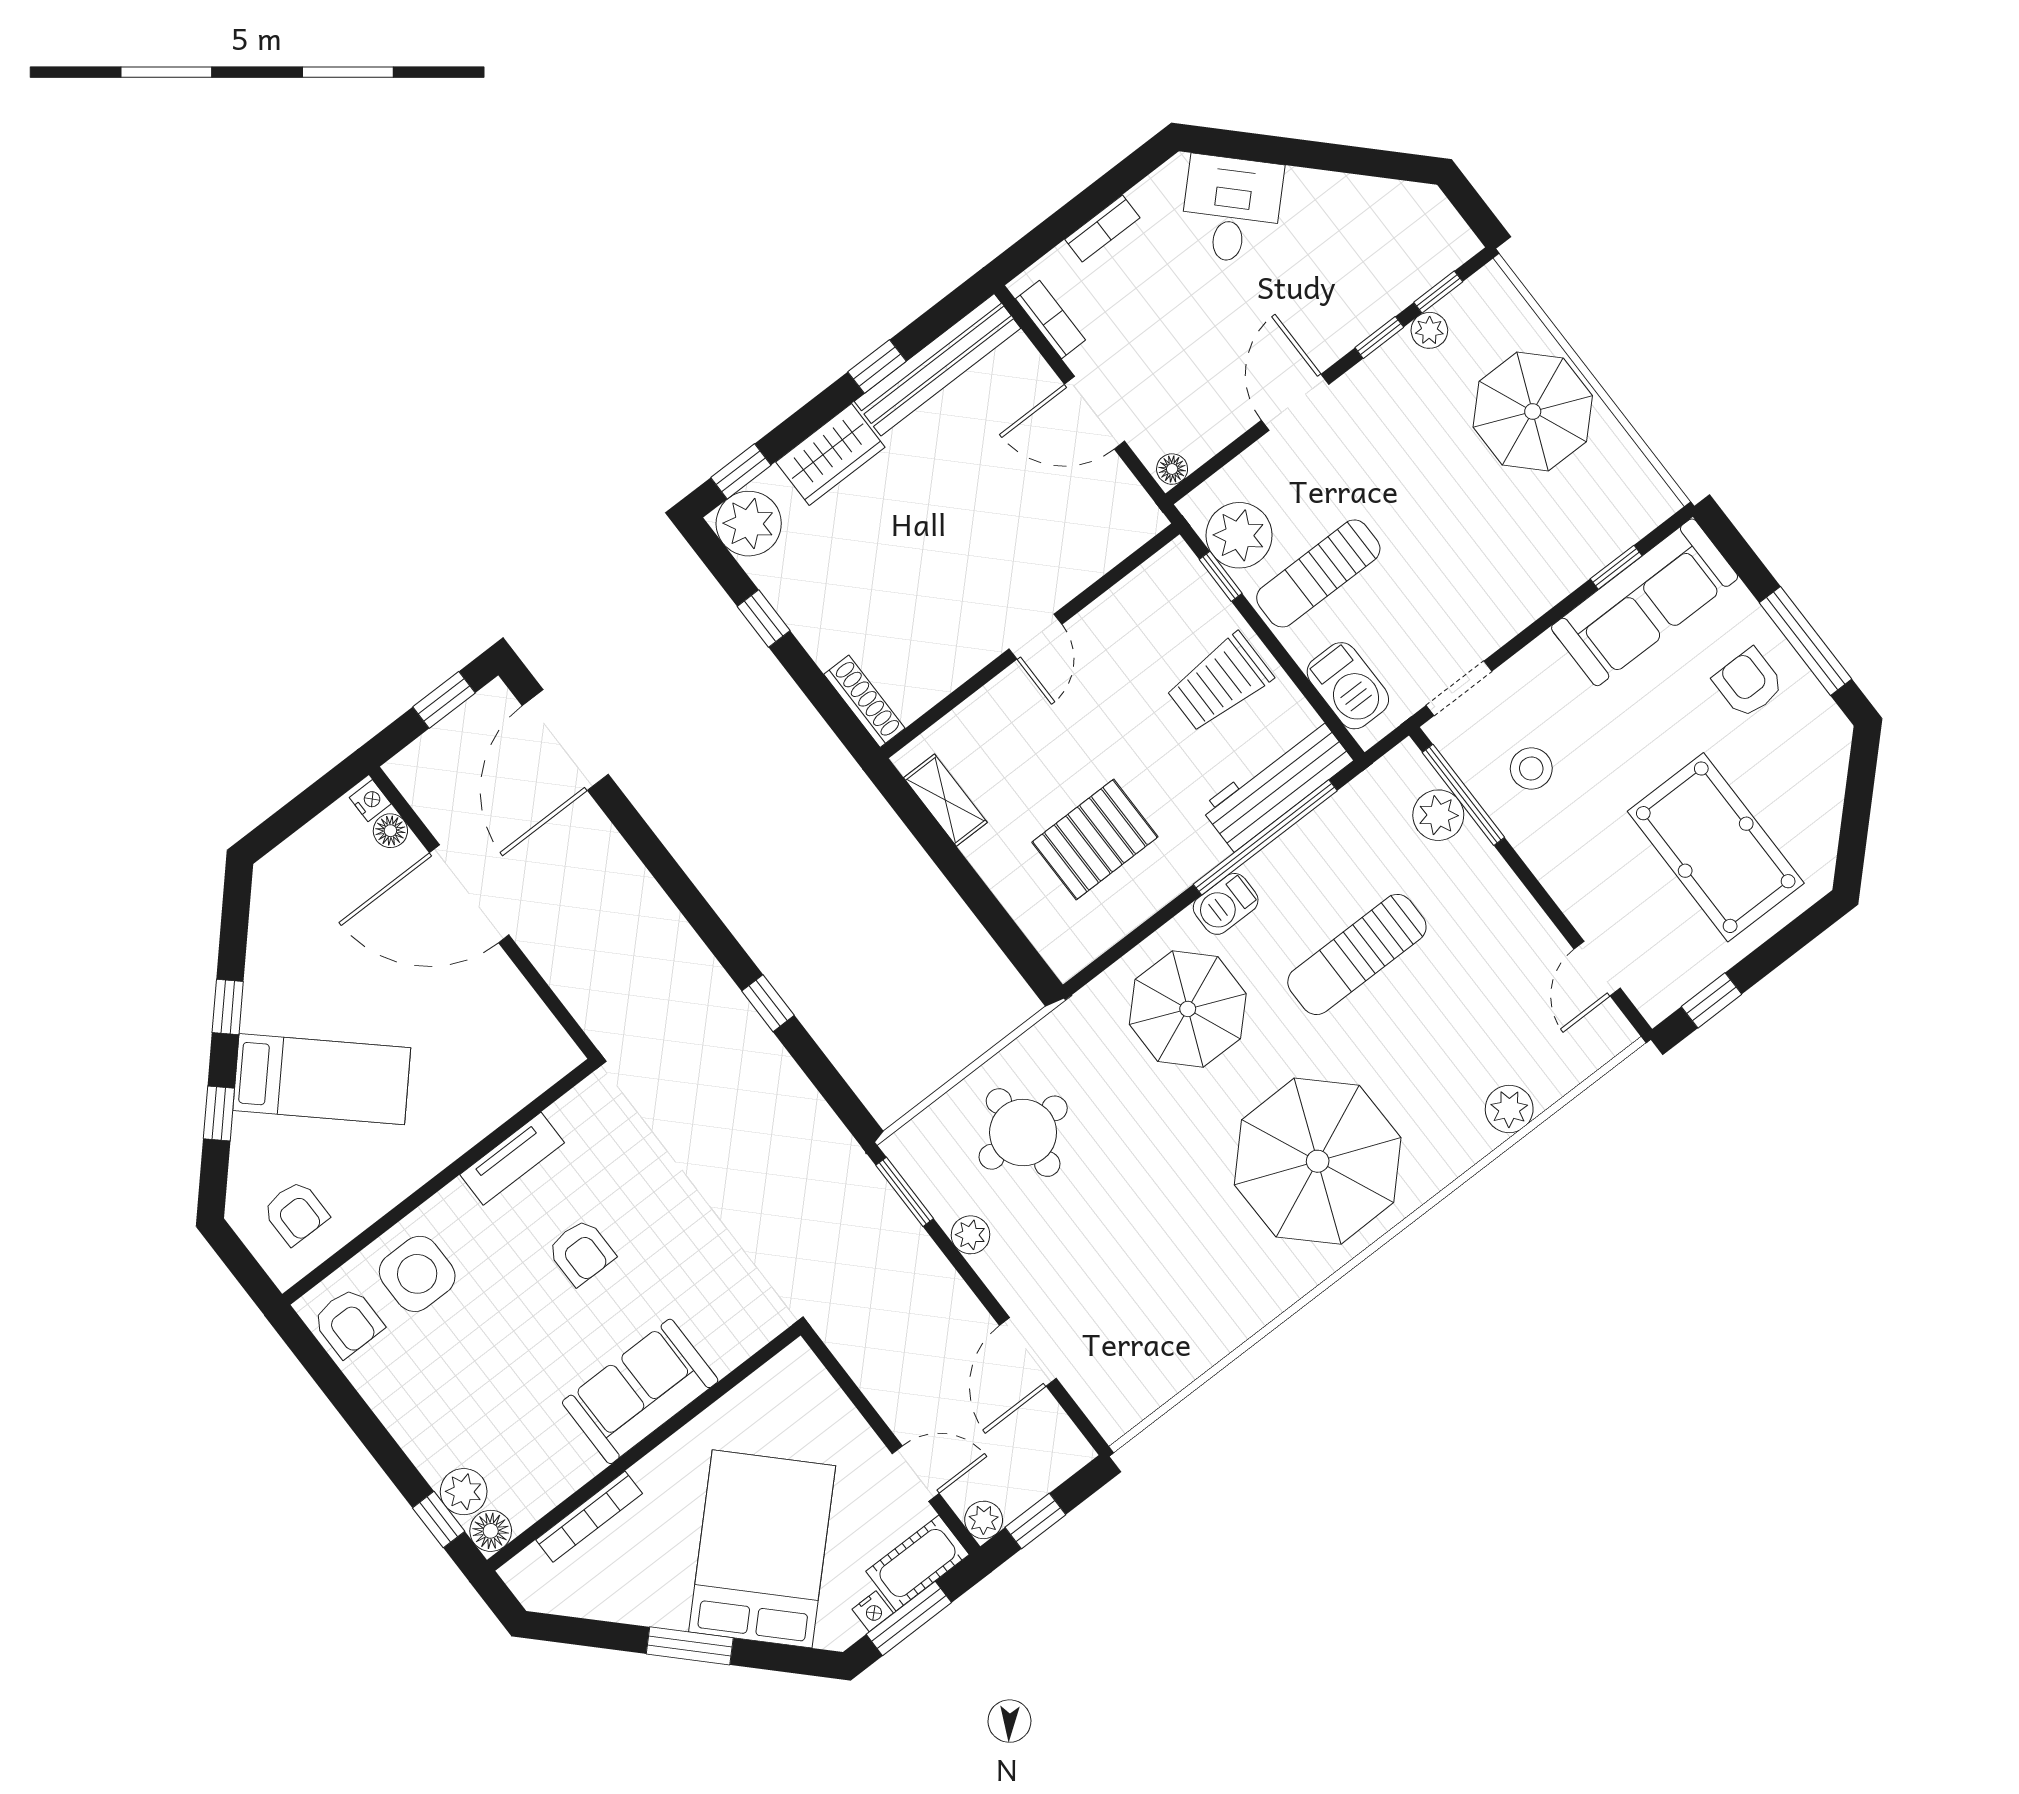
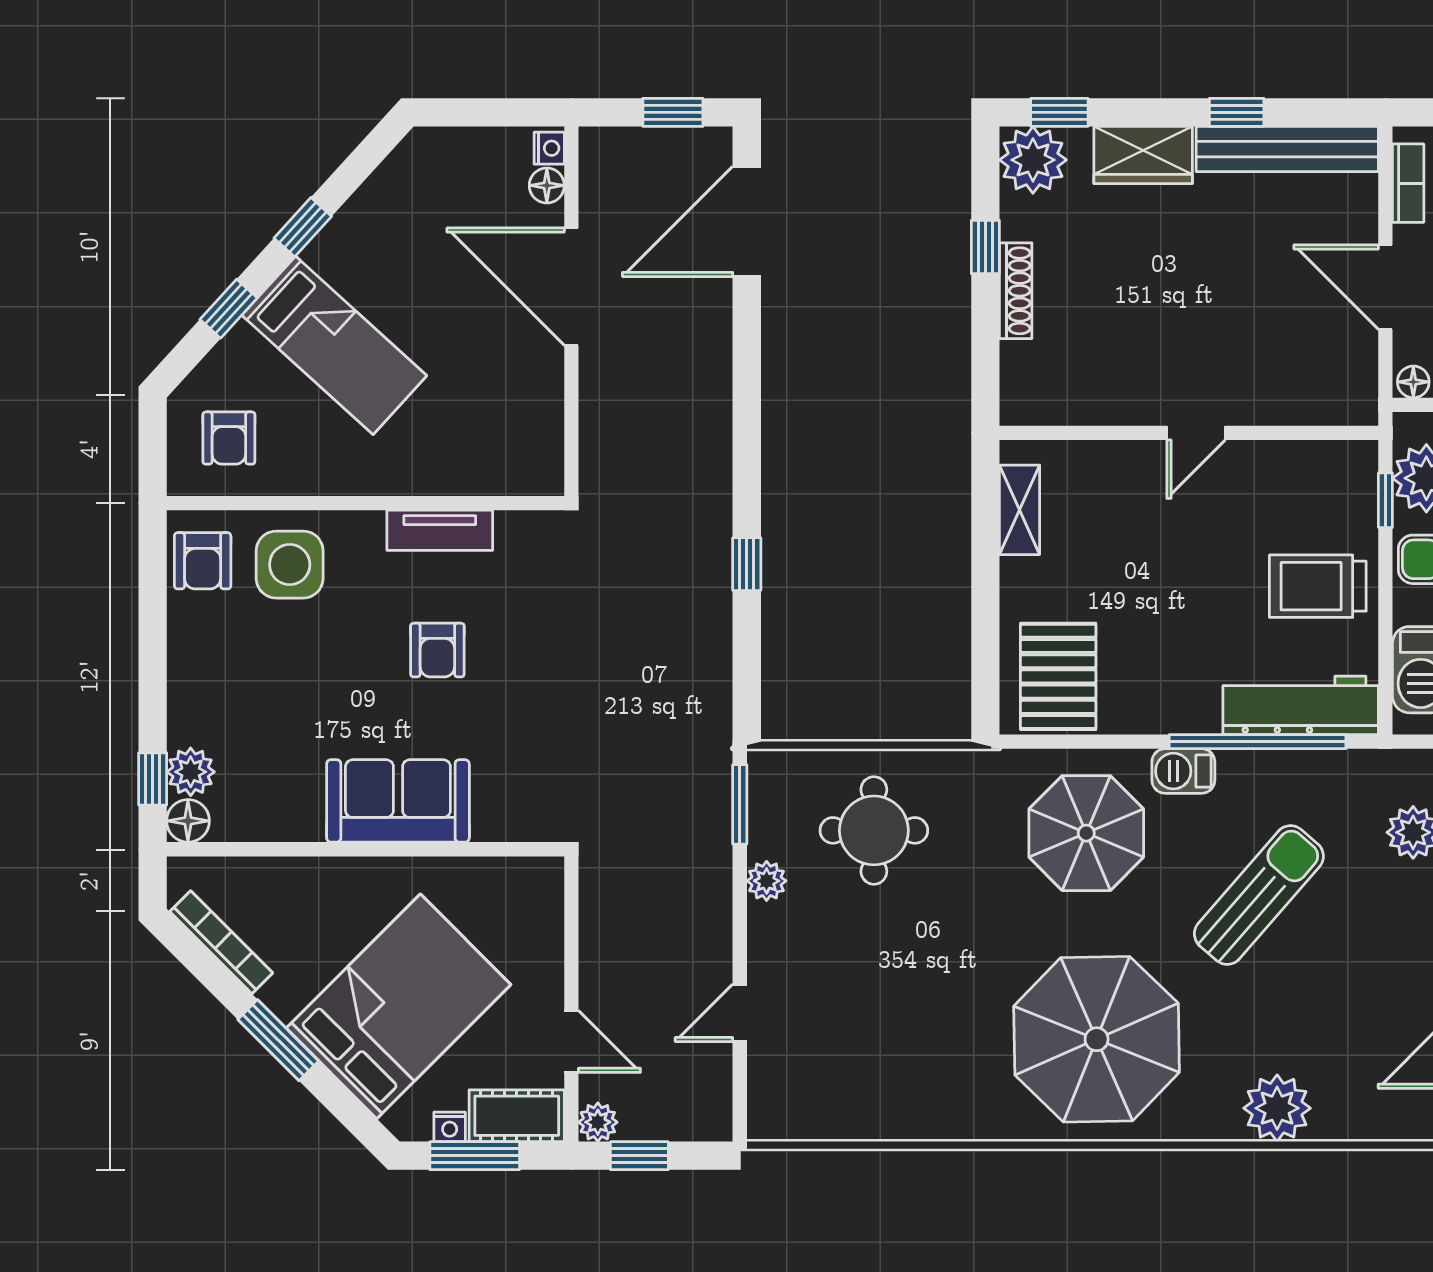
shoe rack: (864, 701) -> (1016, 291), moved
pallet: (1095, 839) -> (1058, 676), moved, turned 90
sun lounger: (1357, 954) -> (1259, 895), turned 131
plant: (1509, 1109) -> (1277, 1108), width x1.36, depth x1.36
door: (1028, 1352) -> (740, 1013), width x0.73
bookcase: (589, 1517) -> (221, 942), moved, turned -135

